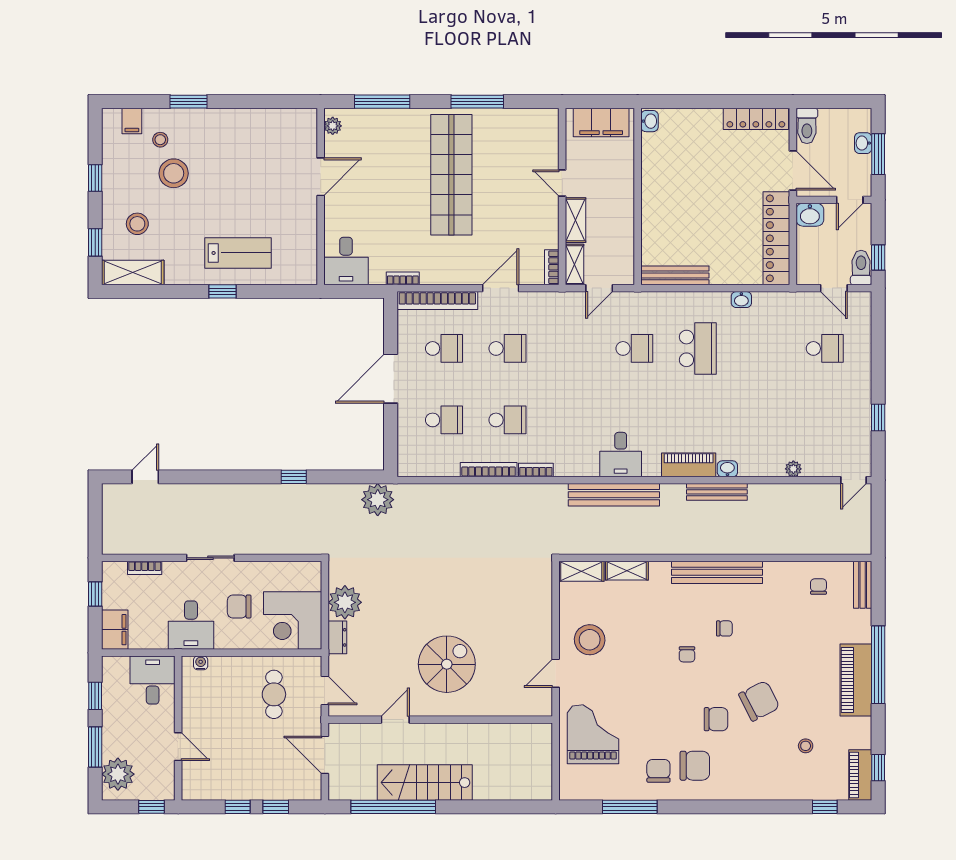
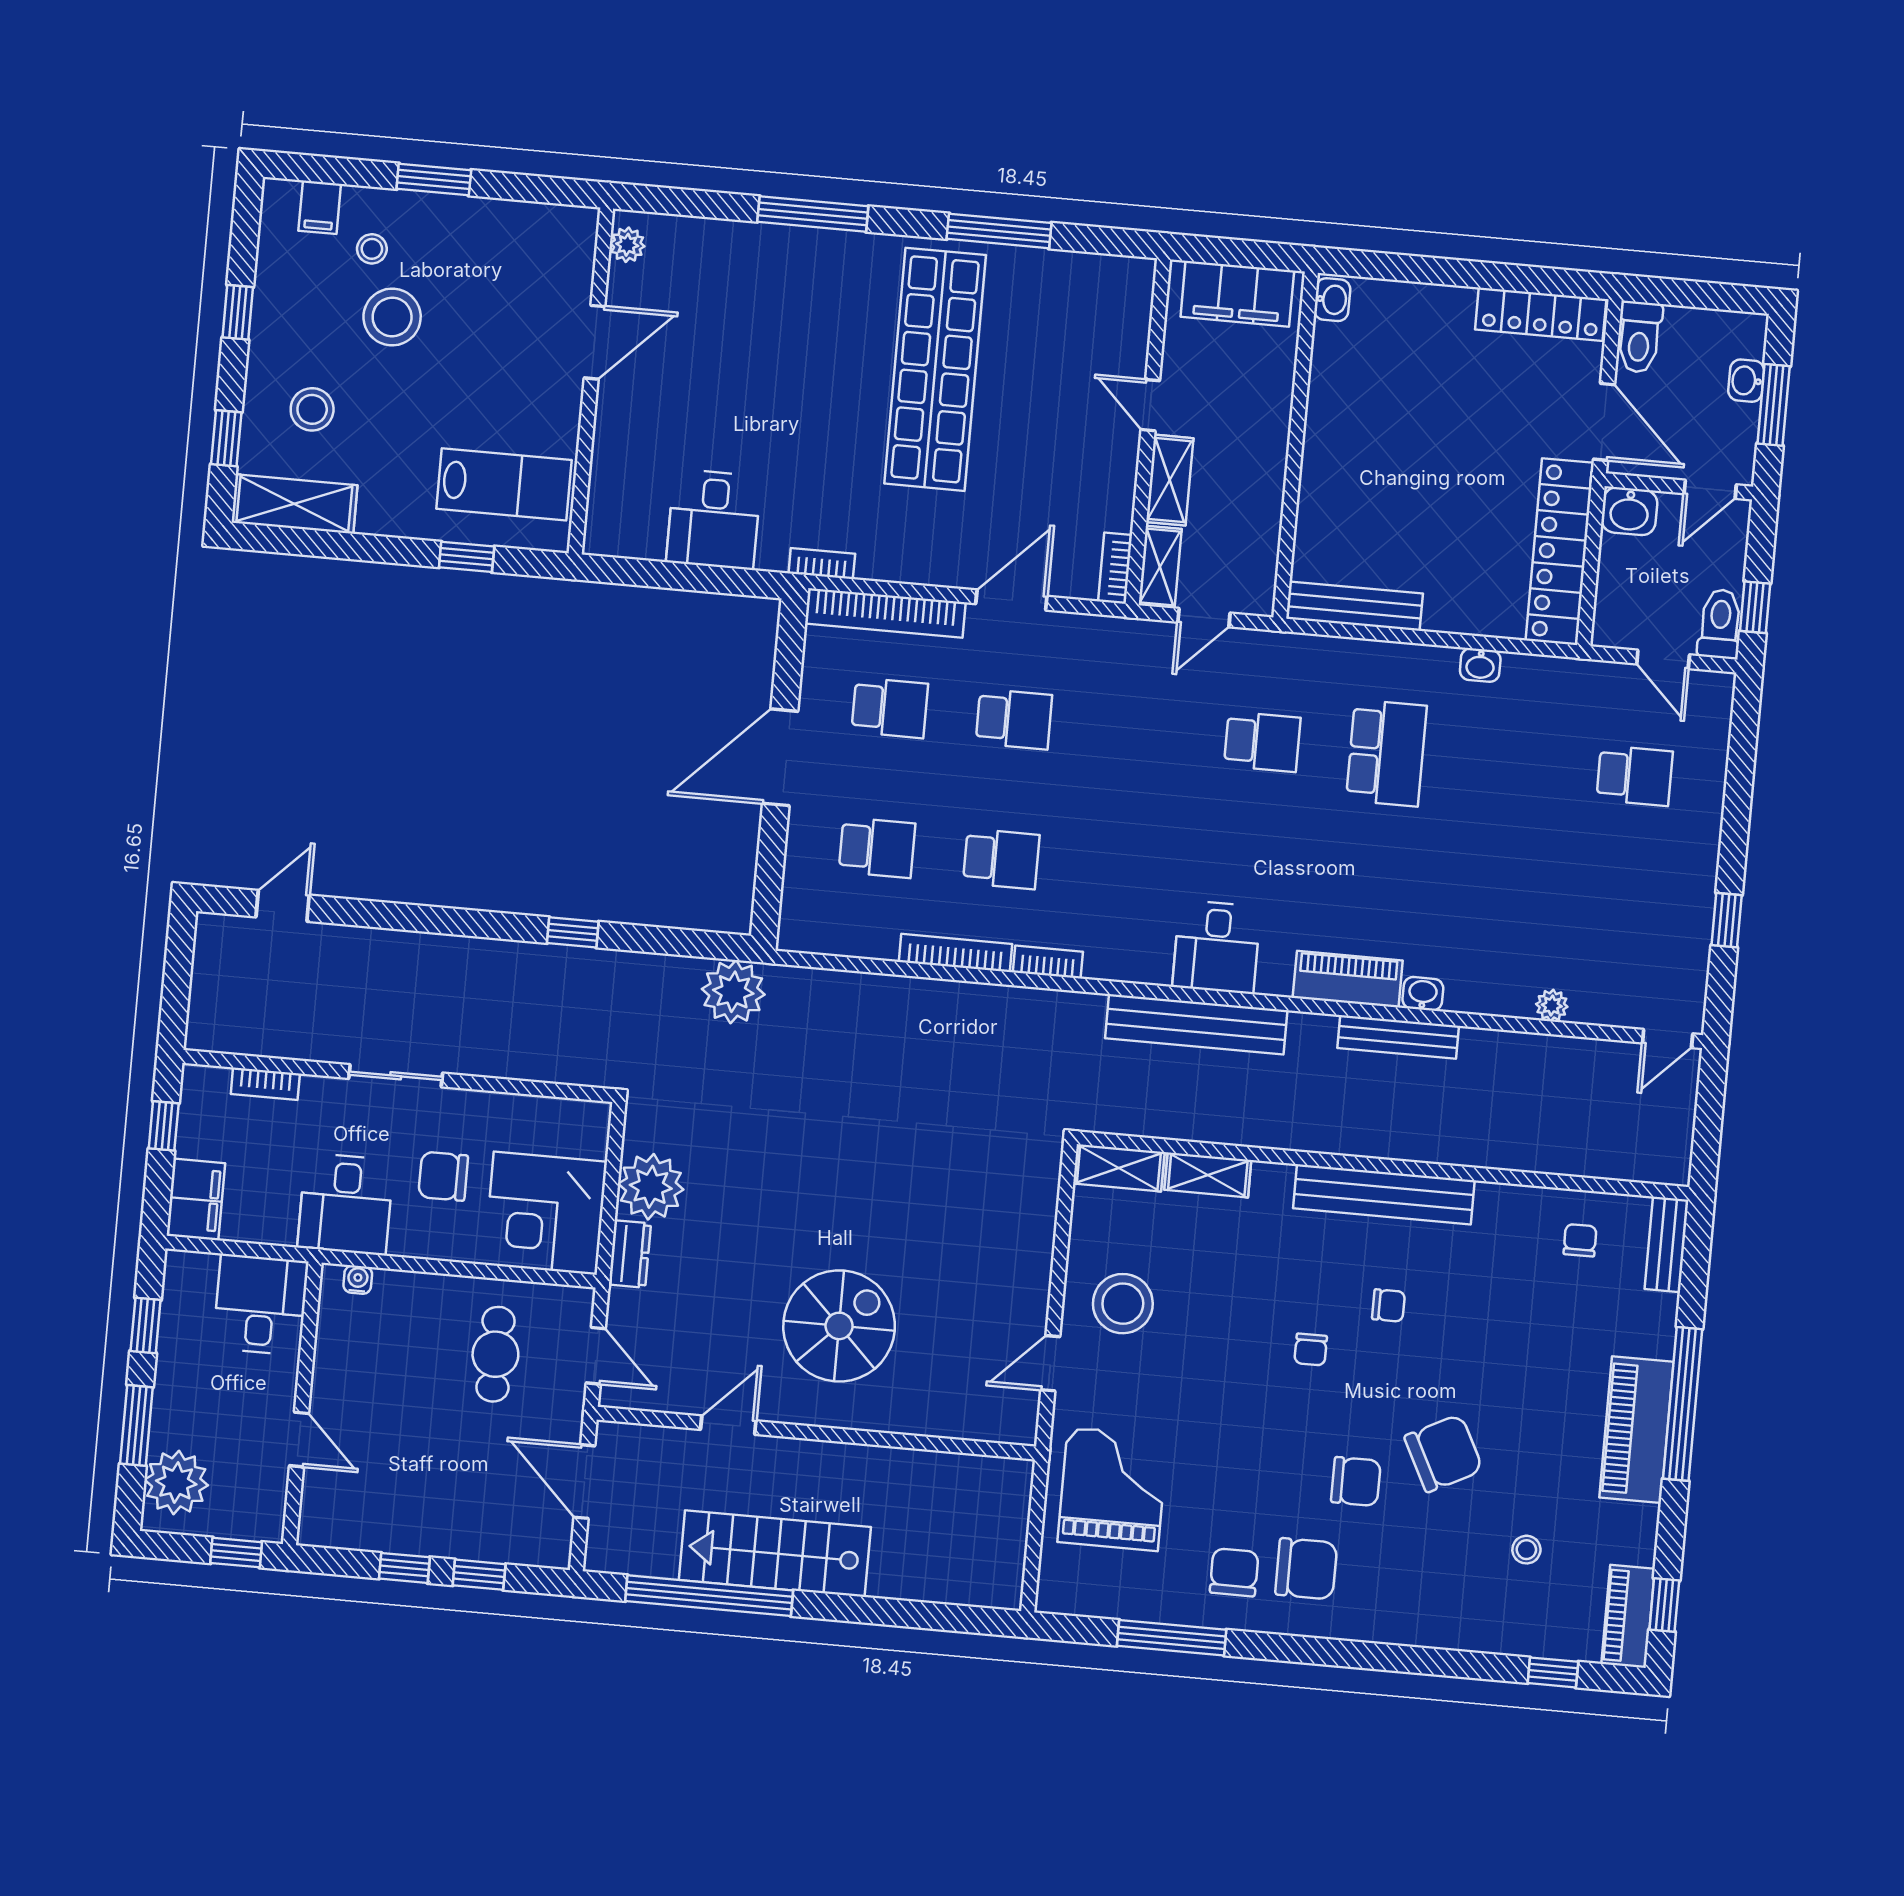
plant: (333, 126) -> (627, 245), moved
door: (321, 177) -> (594, 342), moved
wall: (321, 197) -> (591, 381), moved

